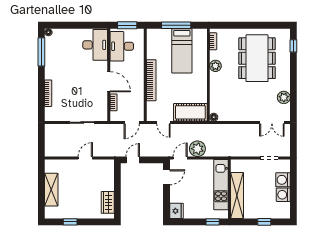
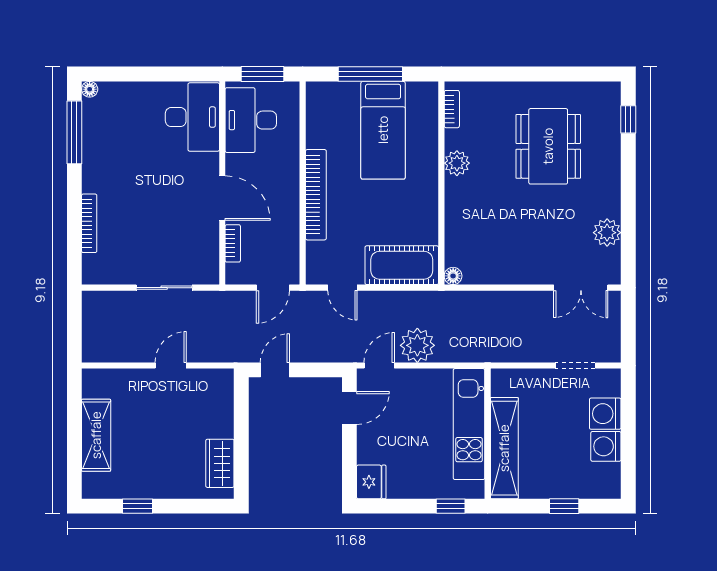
dining table: (257, 58) -> (548, 146), width x0.73, depth x0.80

